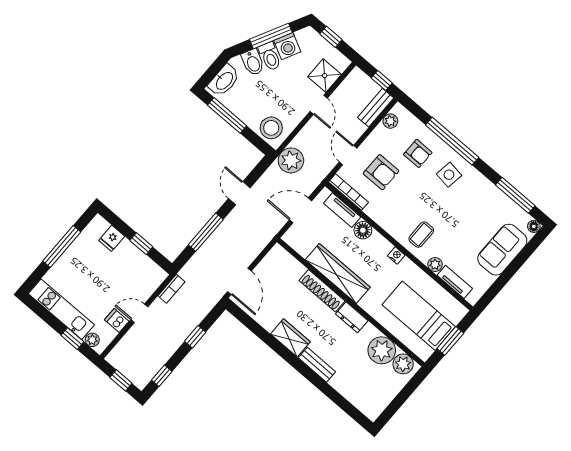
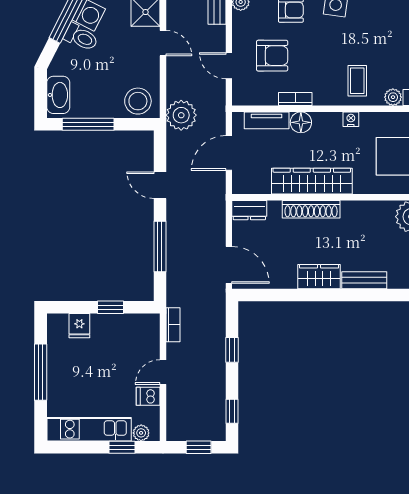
bidet: (253, 62) -> (70, 56), removed
bookcase: (348, 192) -> (295, 99), moved, width x0.64
dresser: (352, 317) -> (249, 210), moved

